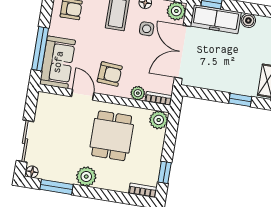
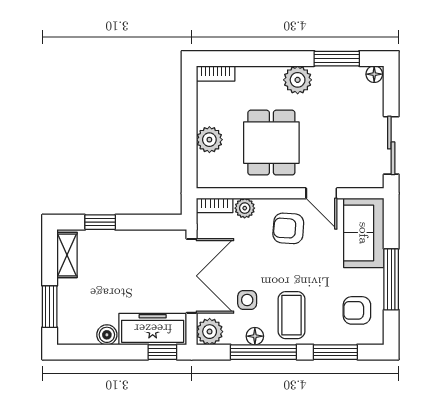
window: (40, 49) -> (391, 279), moved
plant: (159, 120) -> (209, 140), moved
sliding door: (25, 141) -> (391, 145), moved
window: (165, 172) -> (189, 104), removed

